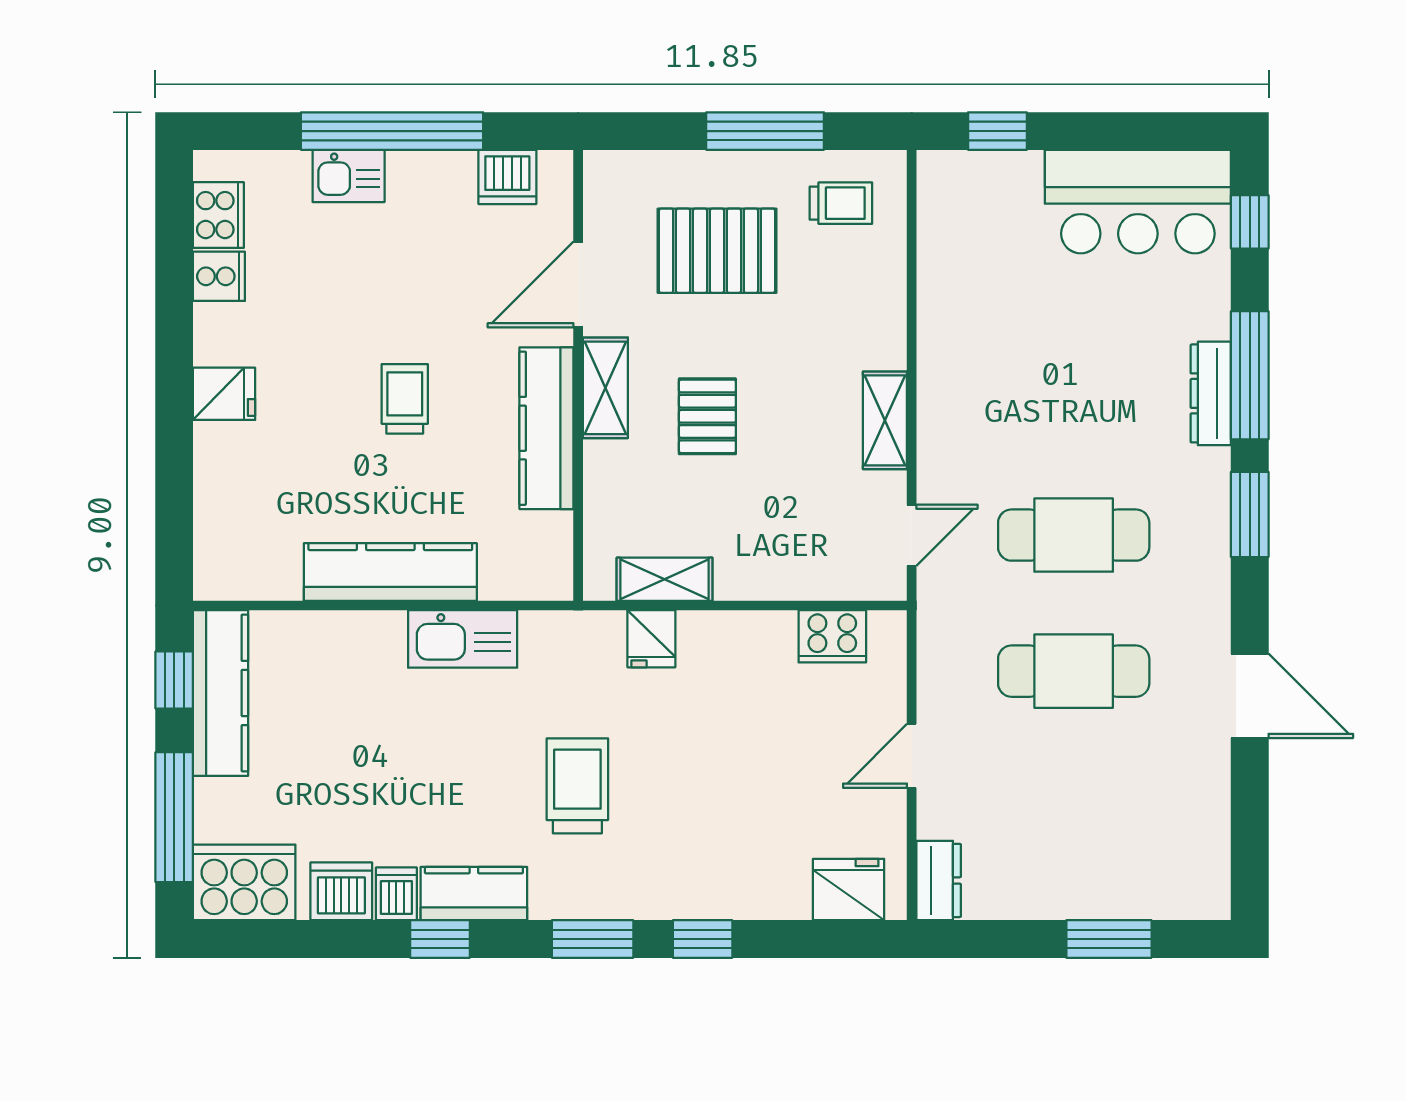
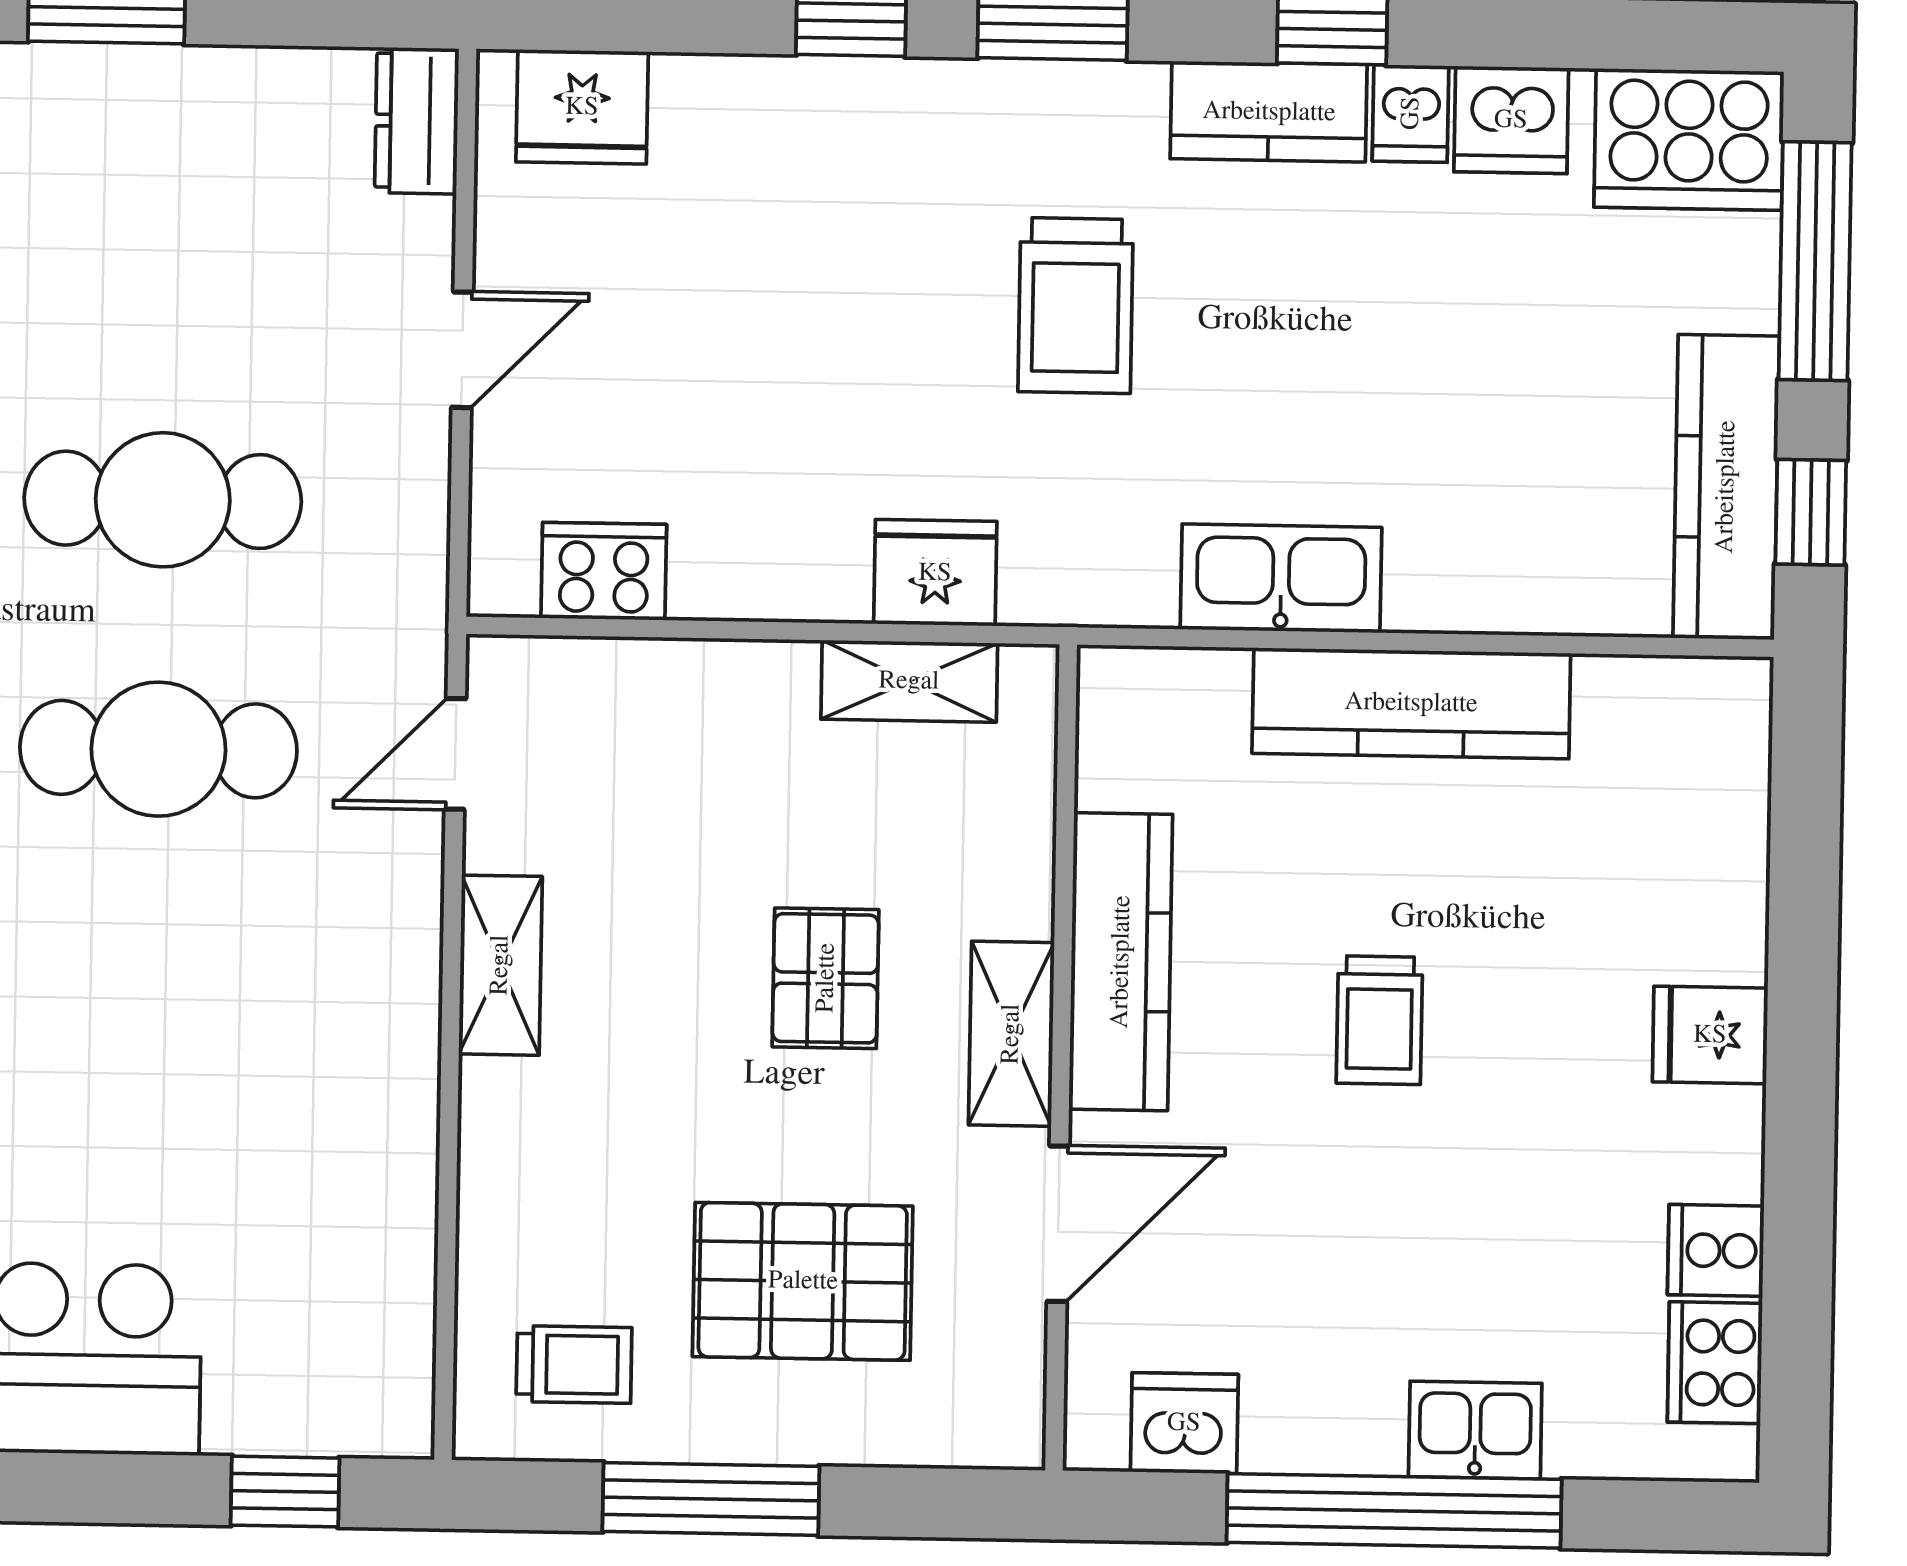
trolley: (841, 203) -> (574, 1365), turned 180
fridge: (651, 639) -> (935, 573), width x1.38

